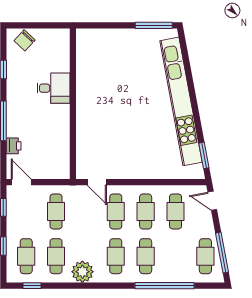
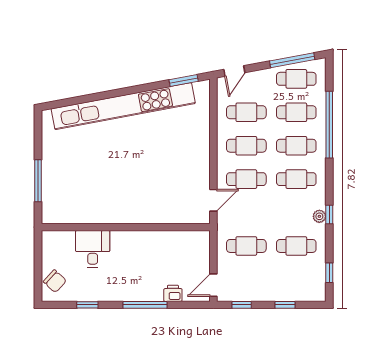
window: (154, 25) -> (38, 181), moved
desk: (53, 88) -> (93, 249), moved
cafe table: (26, 256) -> (296, 112), moved
plant: (82, 272) -> (319, 216), width x0.53, depth x0.53
window: (84, 286) -> (329, 214), added

